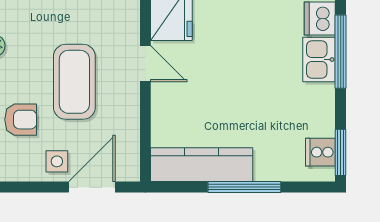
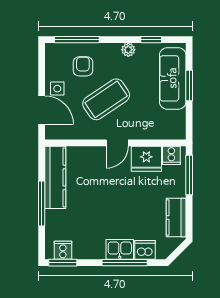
coffee table: (74, 82) -> (106, 99), turned -34
armchair: (21, 120) -> (83, 66), turned 180

